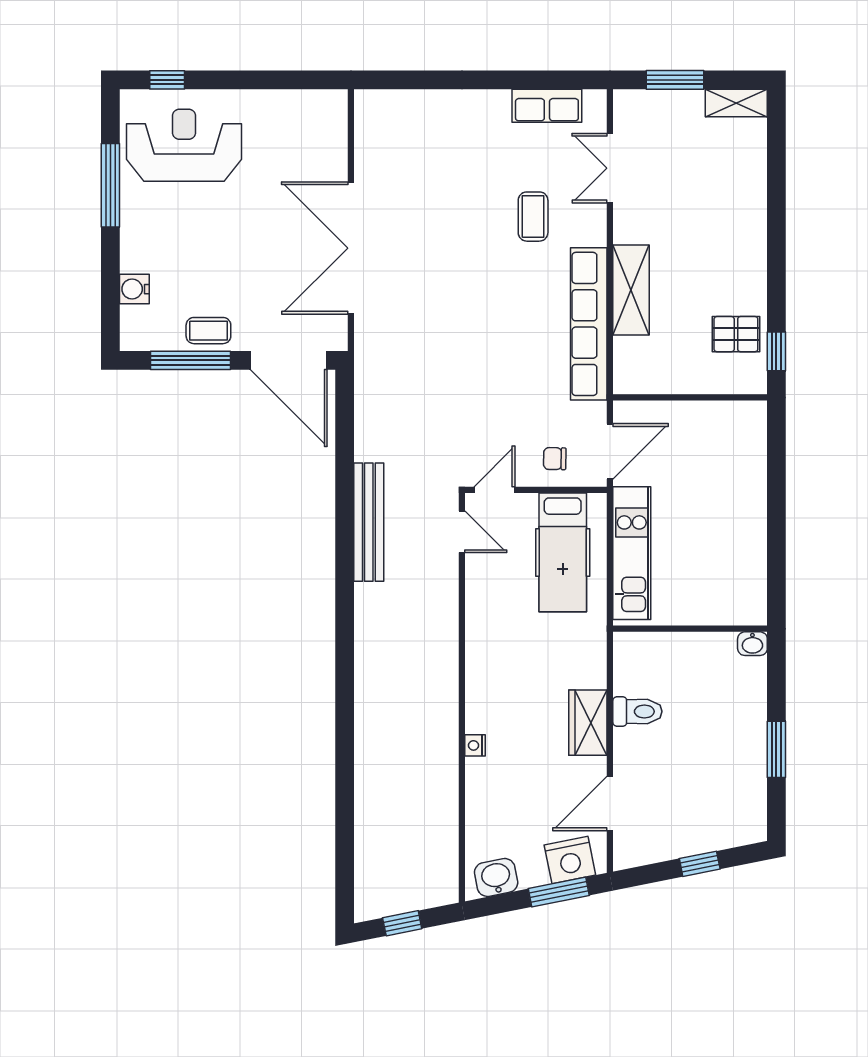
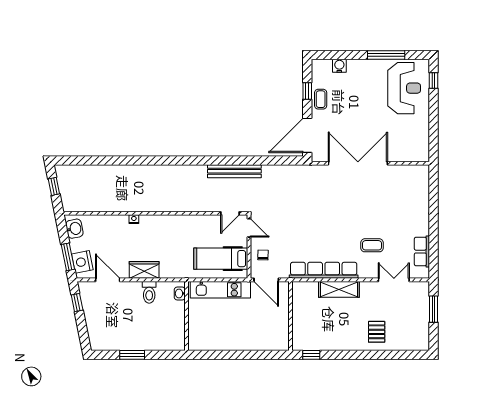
shelving: (736, 103) -> (423, 337), removed
pallet: (736, 334) -> (377, 332), moved
window: (190, 360) -> (307, 91), width x0.46
washbasin: (752, 644) -> (180, 293), moved
window: (700, 864) -> (77, 303), moved

